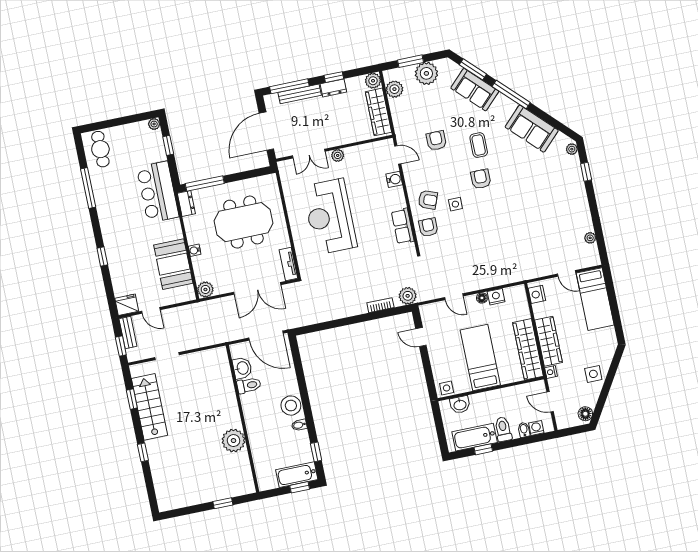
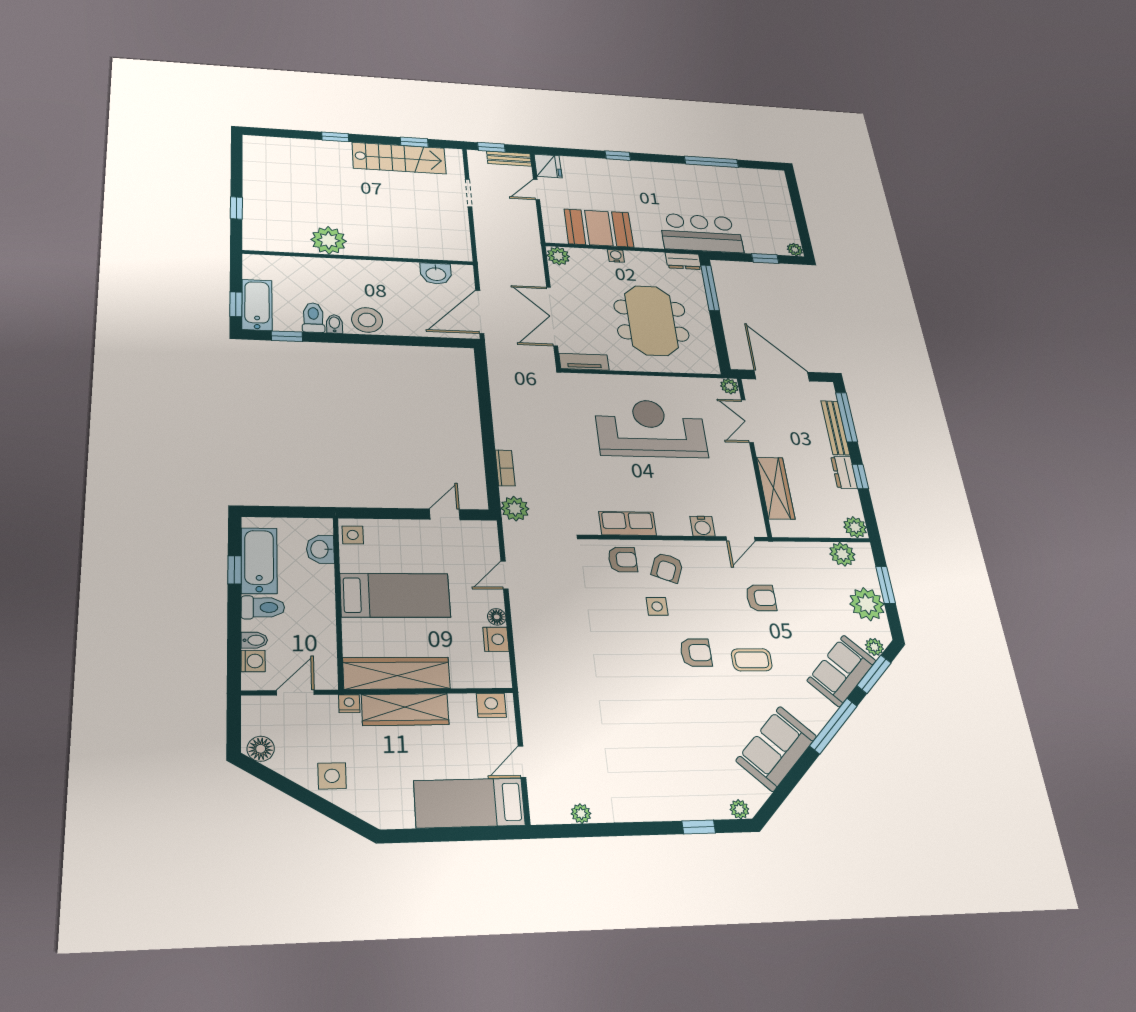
plant: (455, 69) -> (874, 647), added
wardrobe: (378, 112) -> (776, 488), moved, turned 90
cafe table: (100, 149) -> (763, 186), removed
plant: (338, 155) -> (729, 386), moved
toilet: (249, 385) -> (313, 318), moved, turned 180

